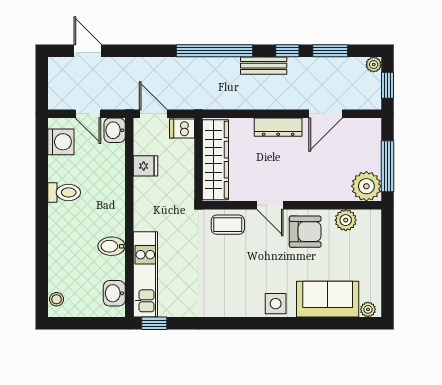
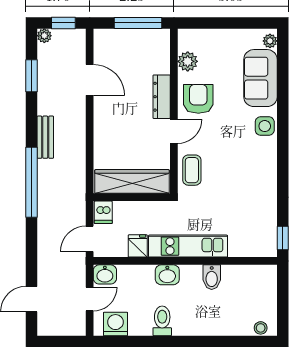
window: (287, 51) -> (32, 115), removed
dresser: (278, 127) -> (162, 97), moved, turned 180
plant: (366, 186) -> (156, 42), removed
kitchen unit: (145, 274) -> (188, 246), moved
washbasin: (114, 293) -> (167, 275), moved

